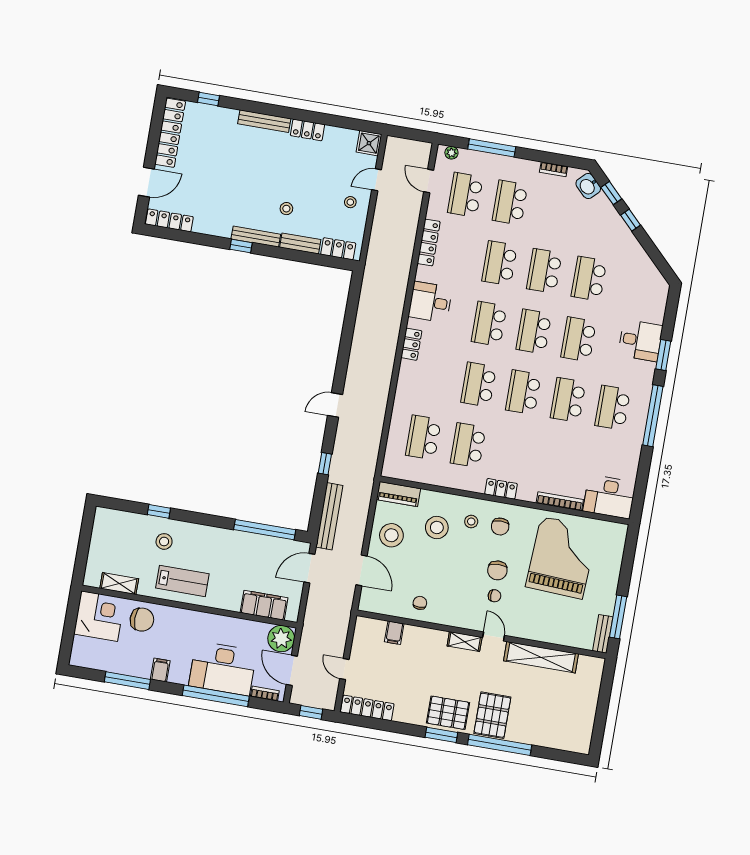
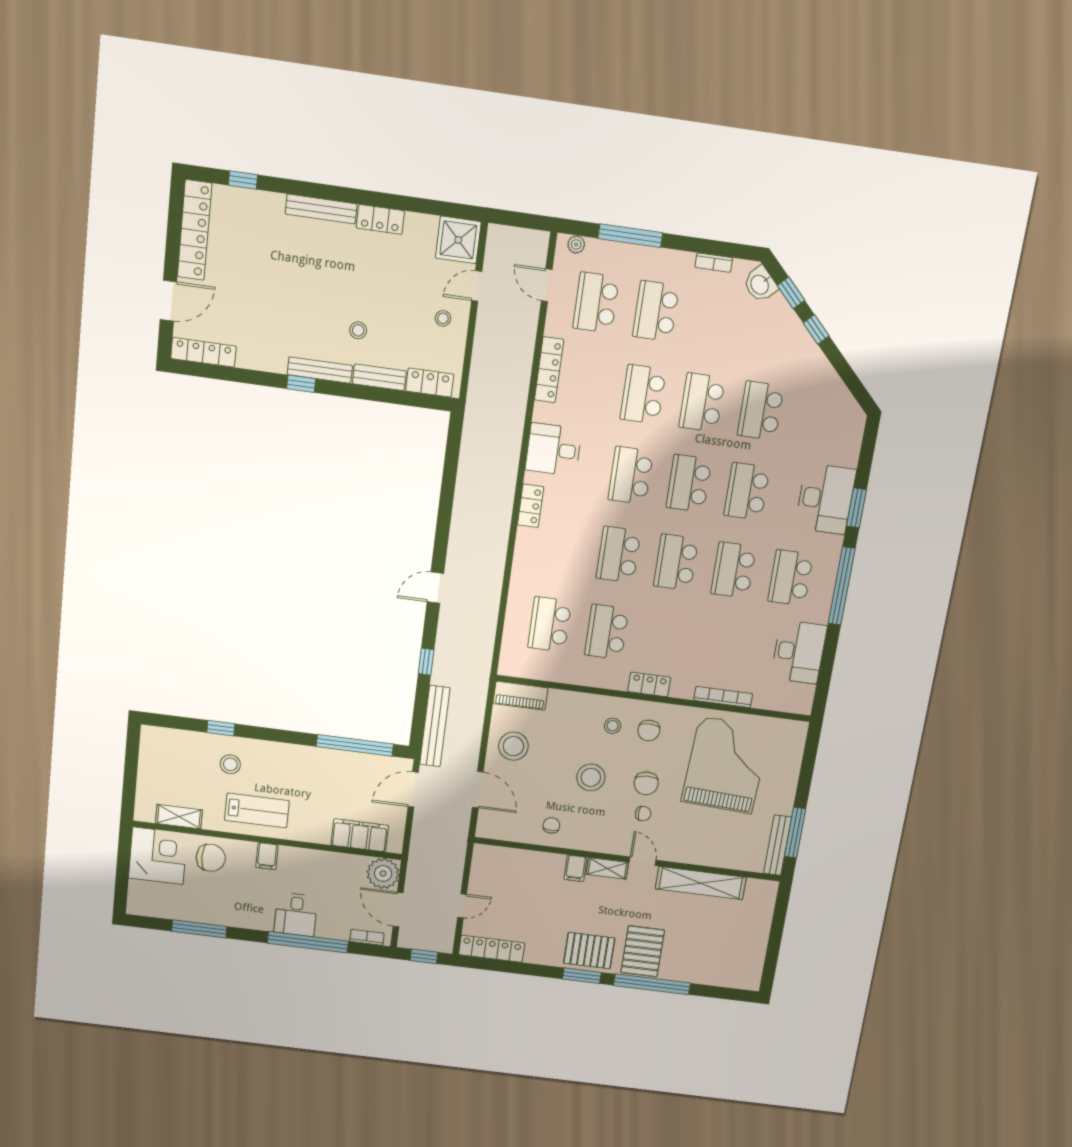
shower: (369, 143) -> (458, 240), width x1.36, depth x1.36
desk: (640, 341) -> (825, 499), width x1.37
desk: (609, 497) -> (799, 652), moved, turned -90
stool: (437, 527) -> (591, 777), moved
filing cabinet: (394, 633) -> (575, 868), moved
bench: (603, 634) -> (778, 845), width x1.36
desk: (223, 668) -> (296, 914), width x0.53, depth x0.77
door: (344, 669) -> (462, 906), swing flipped
filing cabinet: (160, 670) -> (267, 856), moved, turned 180

